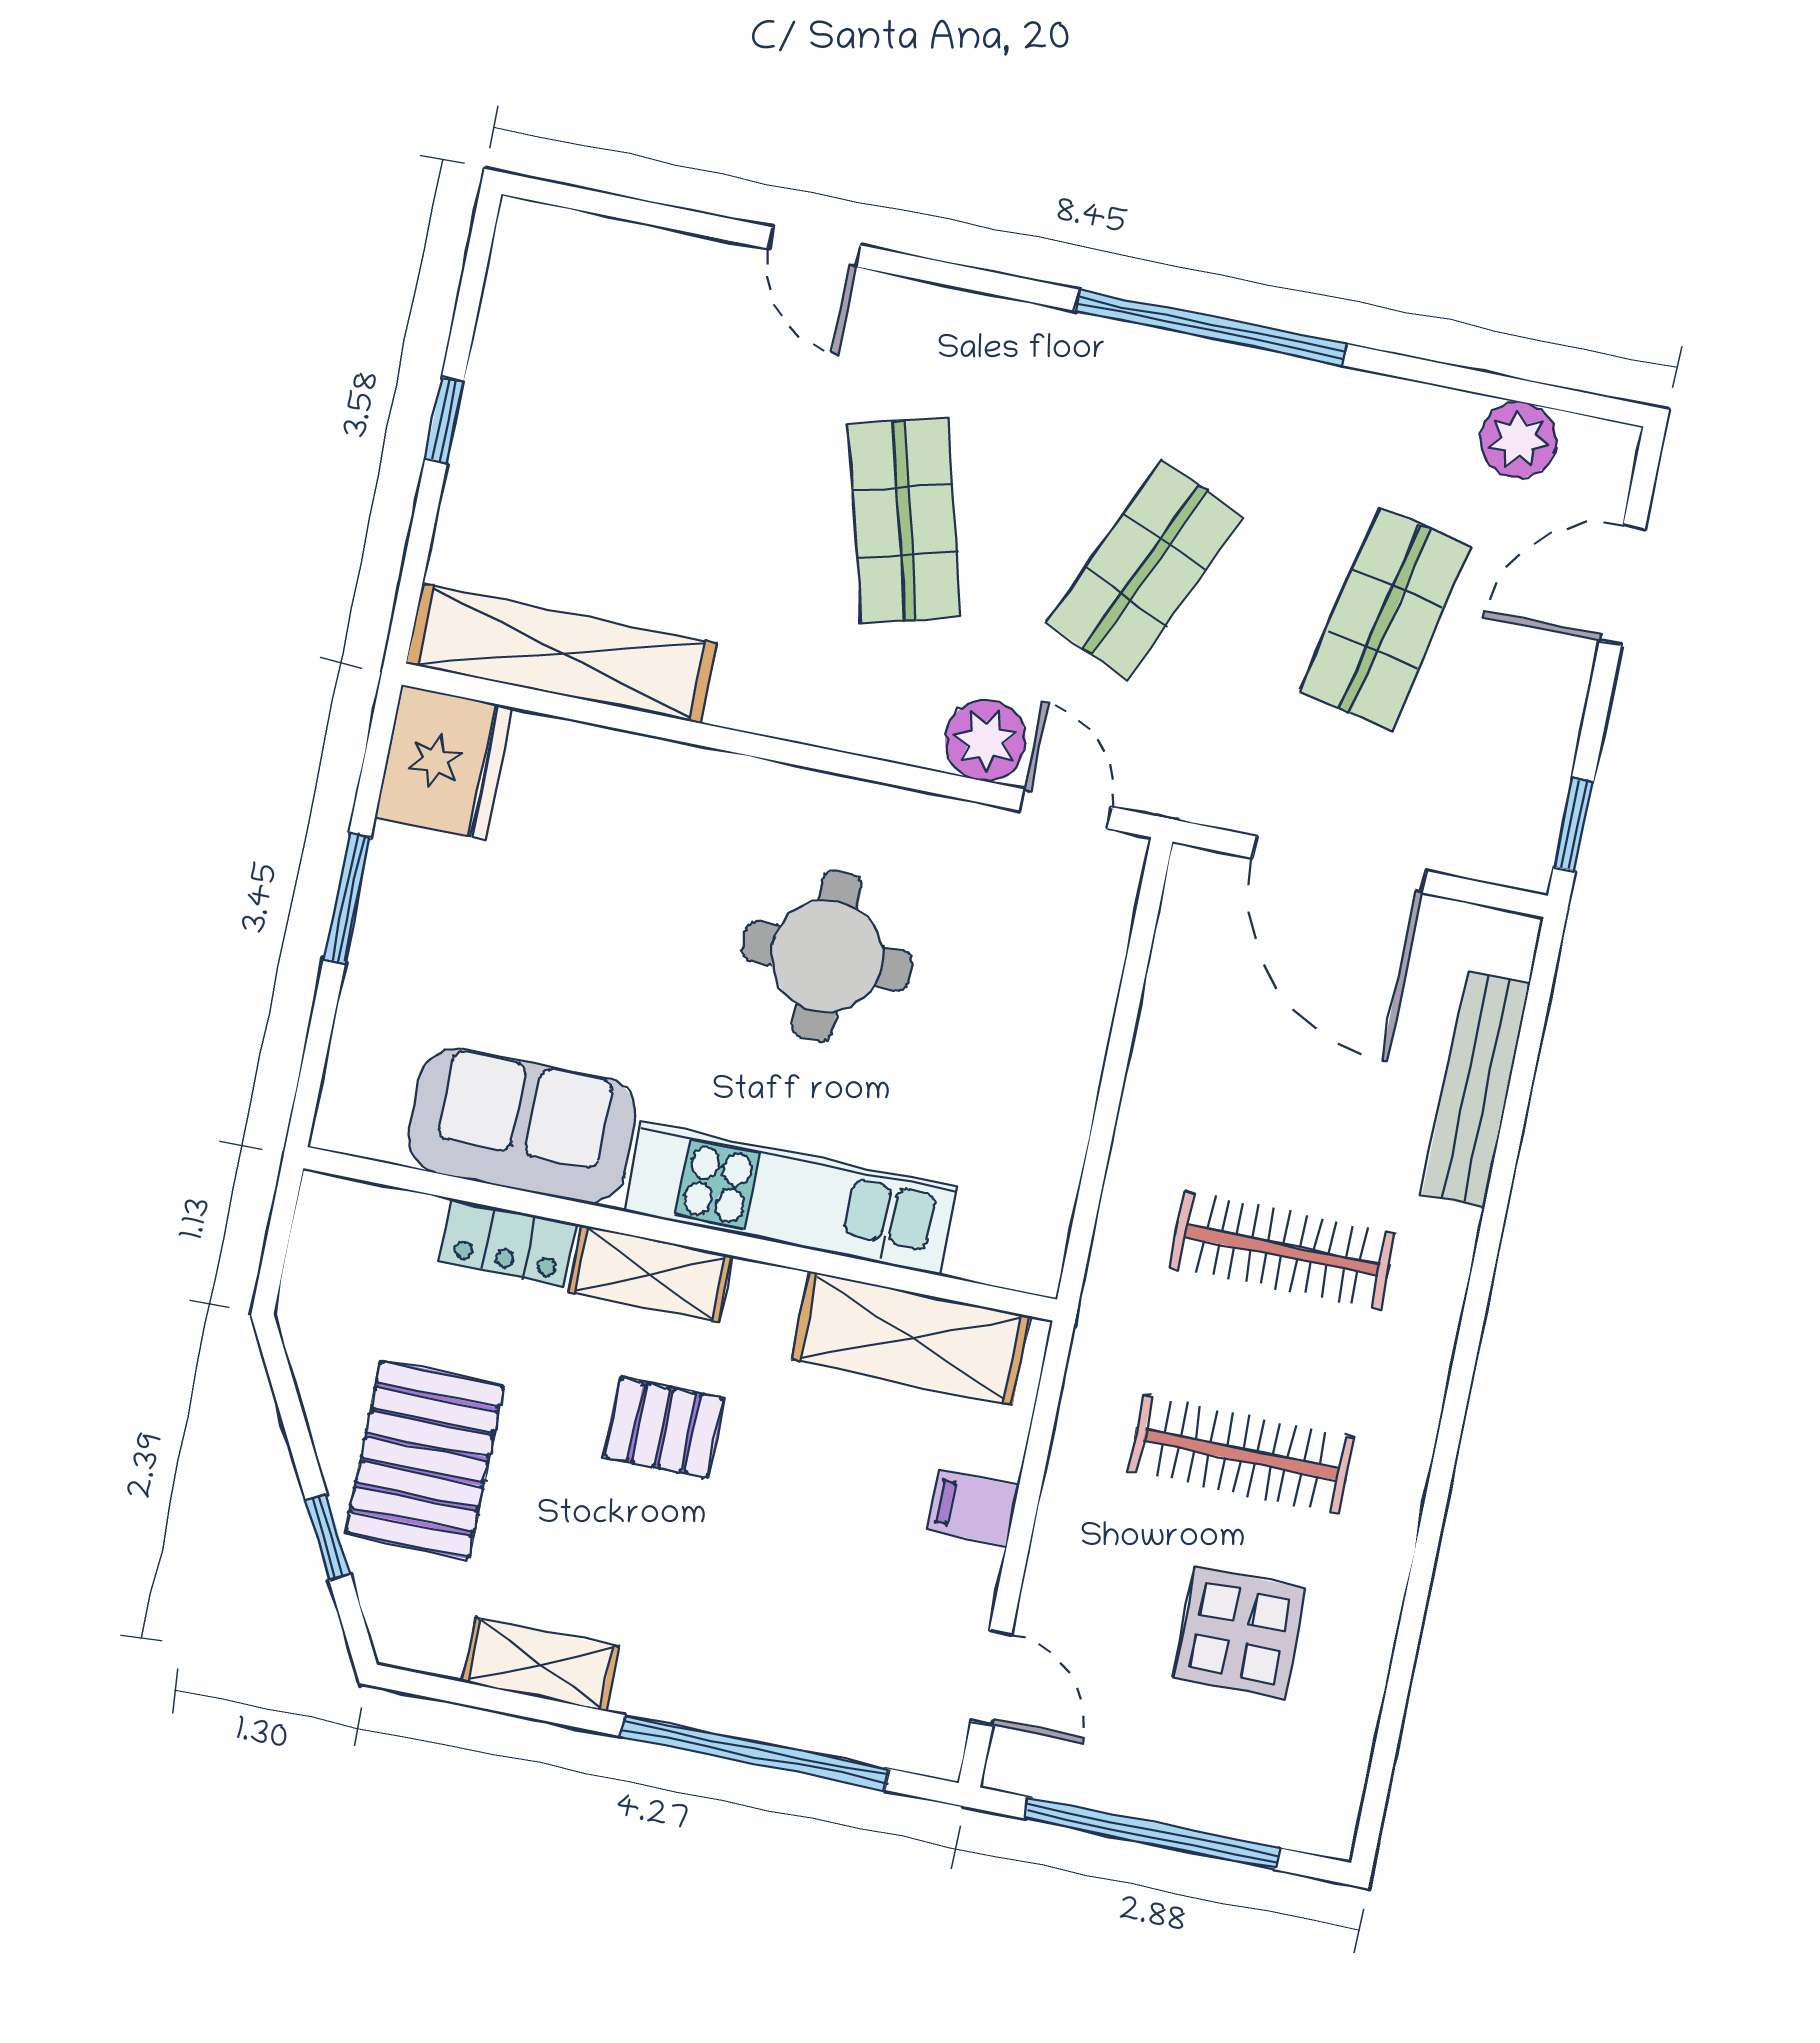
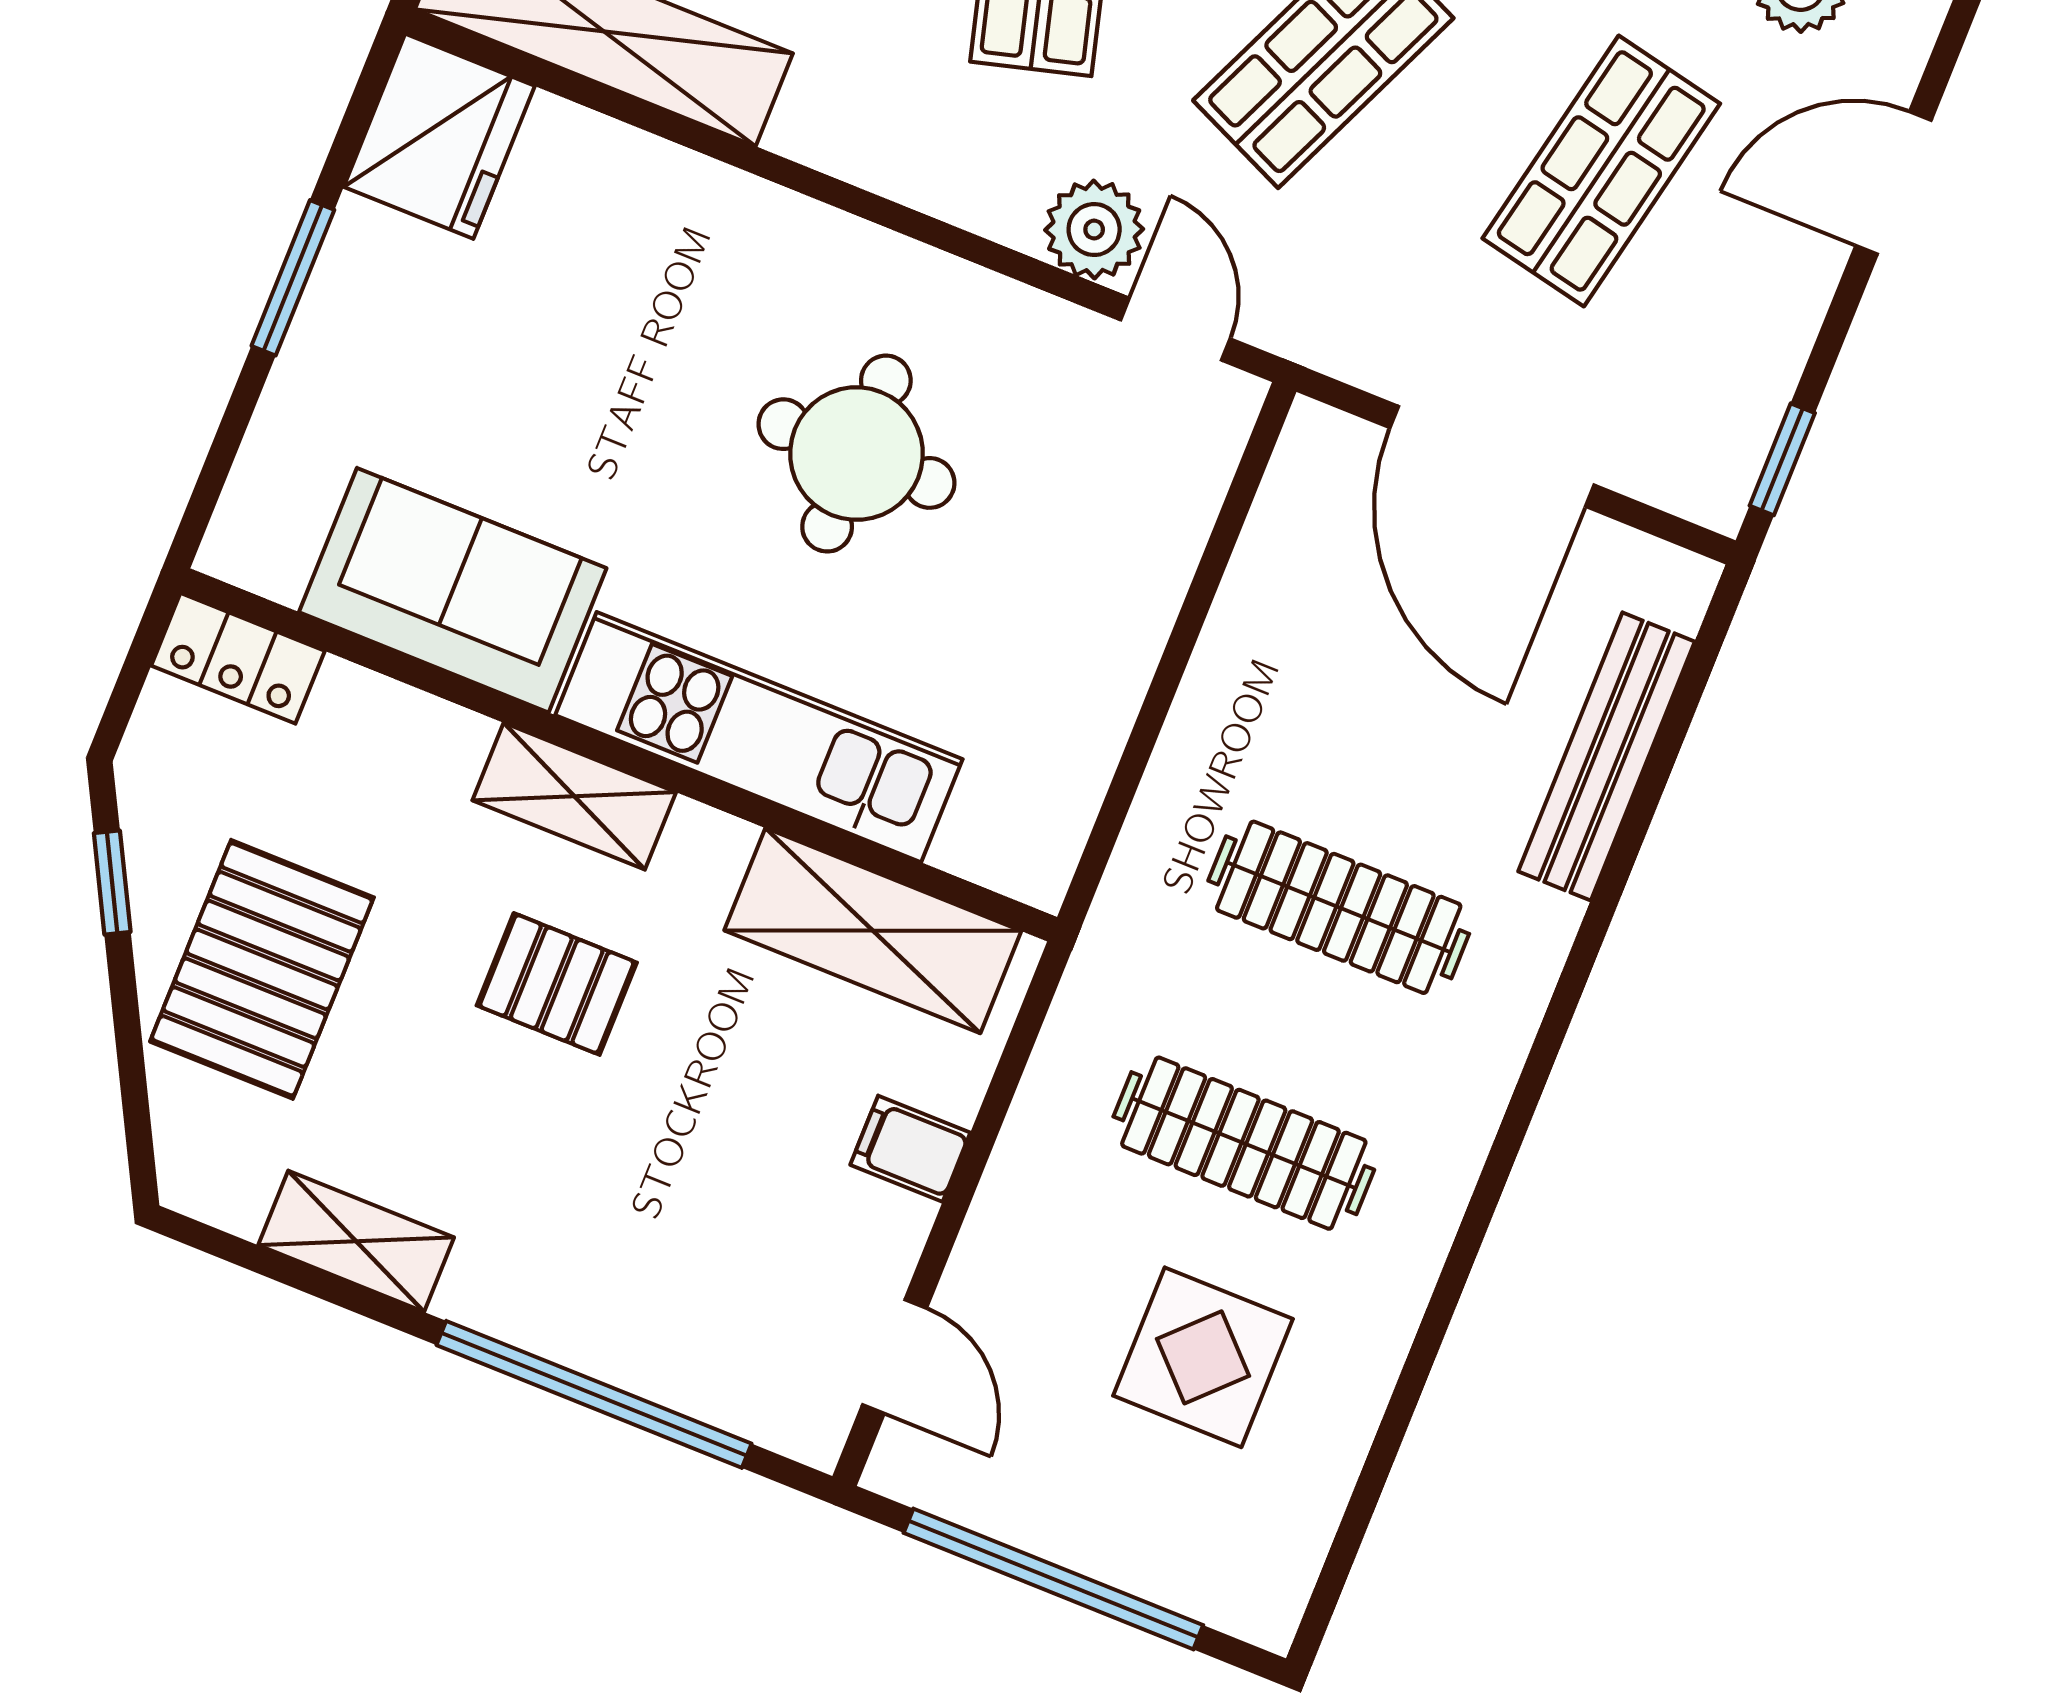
locker: (508, 1243) -> (238, 658), moved
window: (328, 1537) -> (112, 883), moved

